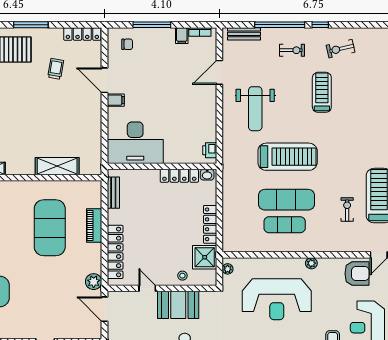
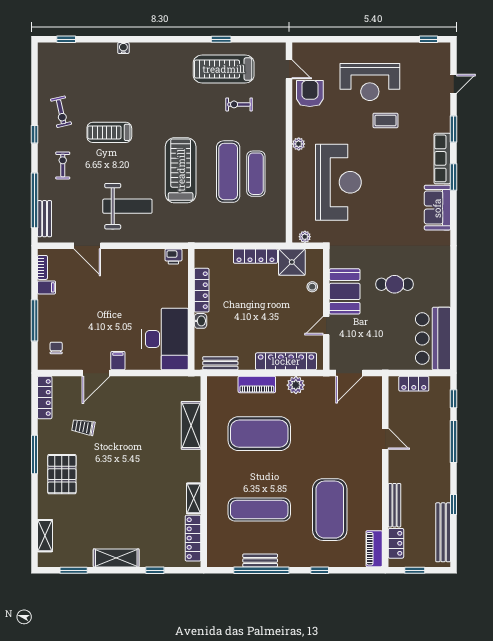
window: (280, 25) -> (35, 200), moved
washbasin: (207, 175) -> (200, 321), moved
plant: (94, 282) -> (296, 385), moved

